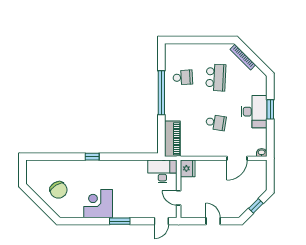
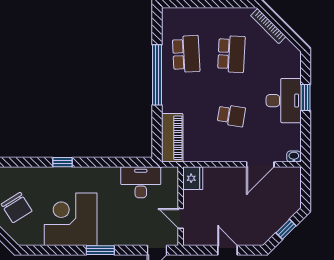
school desk: (183, 77) -> (186, 54), width x1.85
desk: (162, 171) -> (141, 182), moved
corner desk: (98, 204) -> (71, 219), width x1.36, depth x1.36

